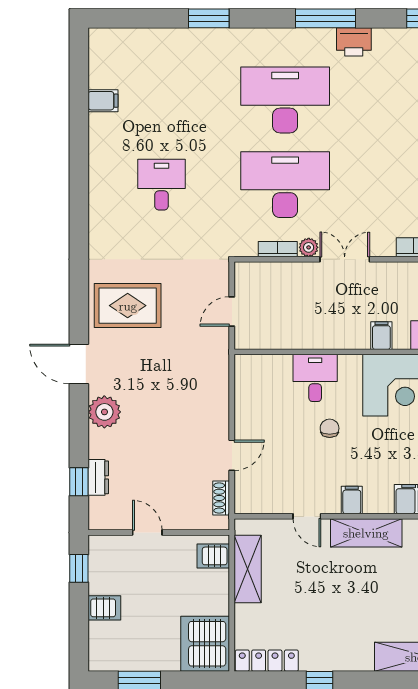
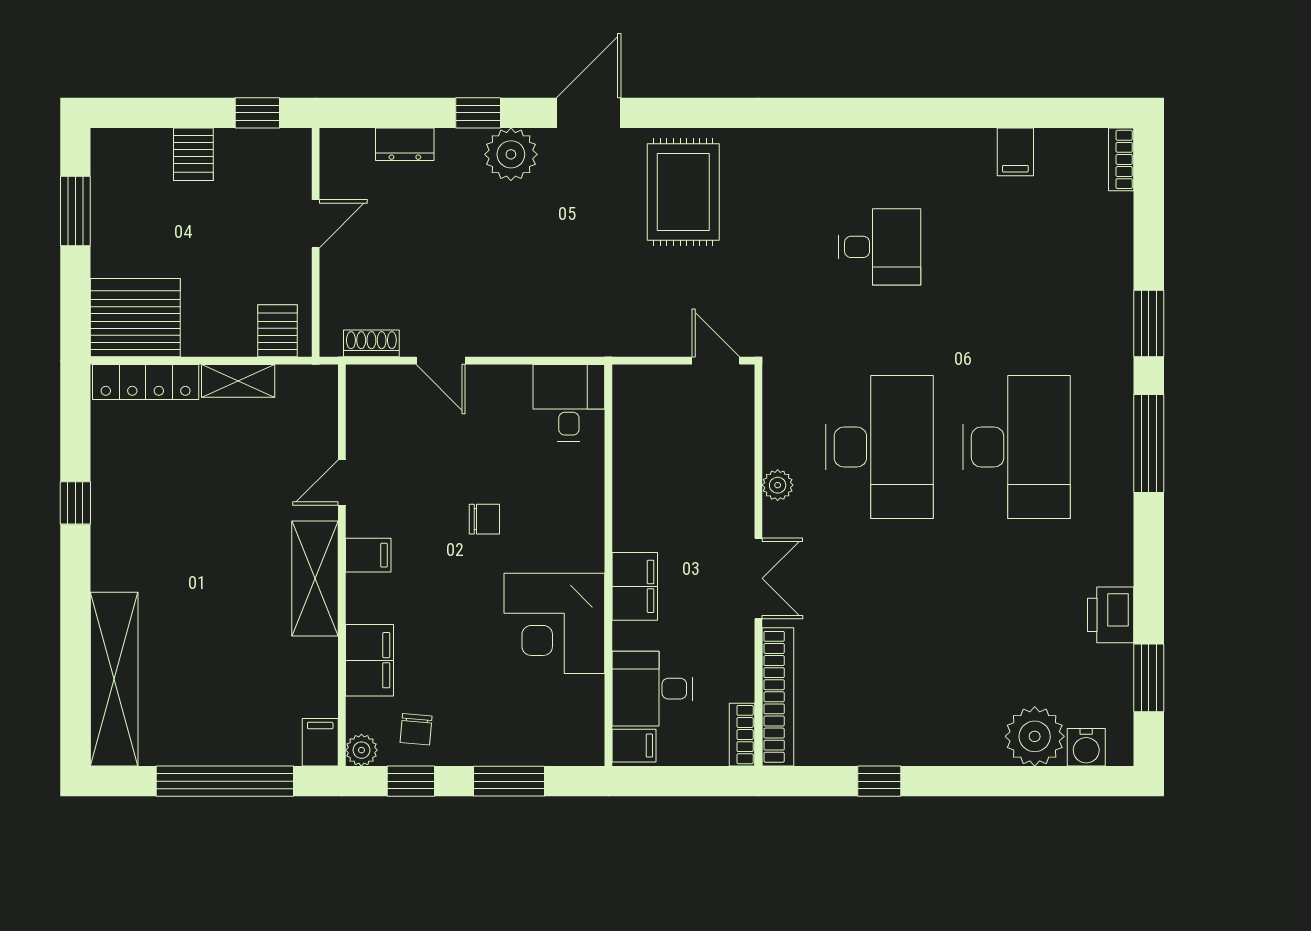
window: (326, 18) -> (1149, 444), moved
printer: (354, 42) -> (1111, 615), moved
bookcase: (278, 249) -> (1121, 159), moved, turned 180
double door: (345, 259) -> (758, 578), moved
door: (232, 312) -> (716, 361), moved
filing cabinet: (381, 336) -> (635, 586), width x2.00
desk: (315, 378) -> (569, 403), moved, turned -90
window: (79, 482) -> (478, 113), moved
shelving: (248, 569) -> (238, 381), width x0.67, depth x0.75
locker: (267, 661) -> (146, 382), moved, turned 90

